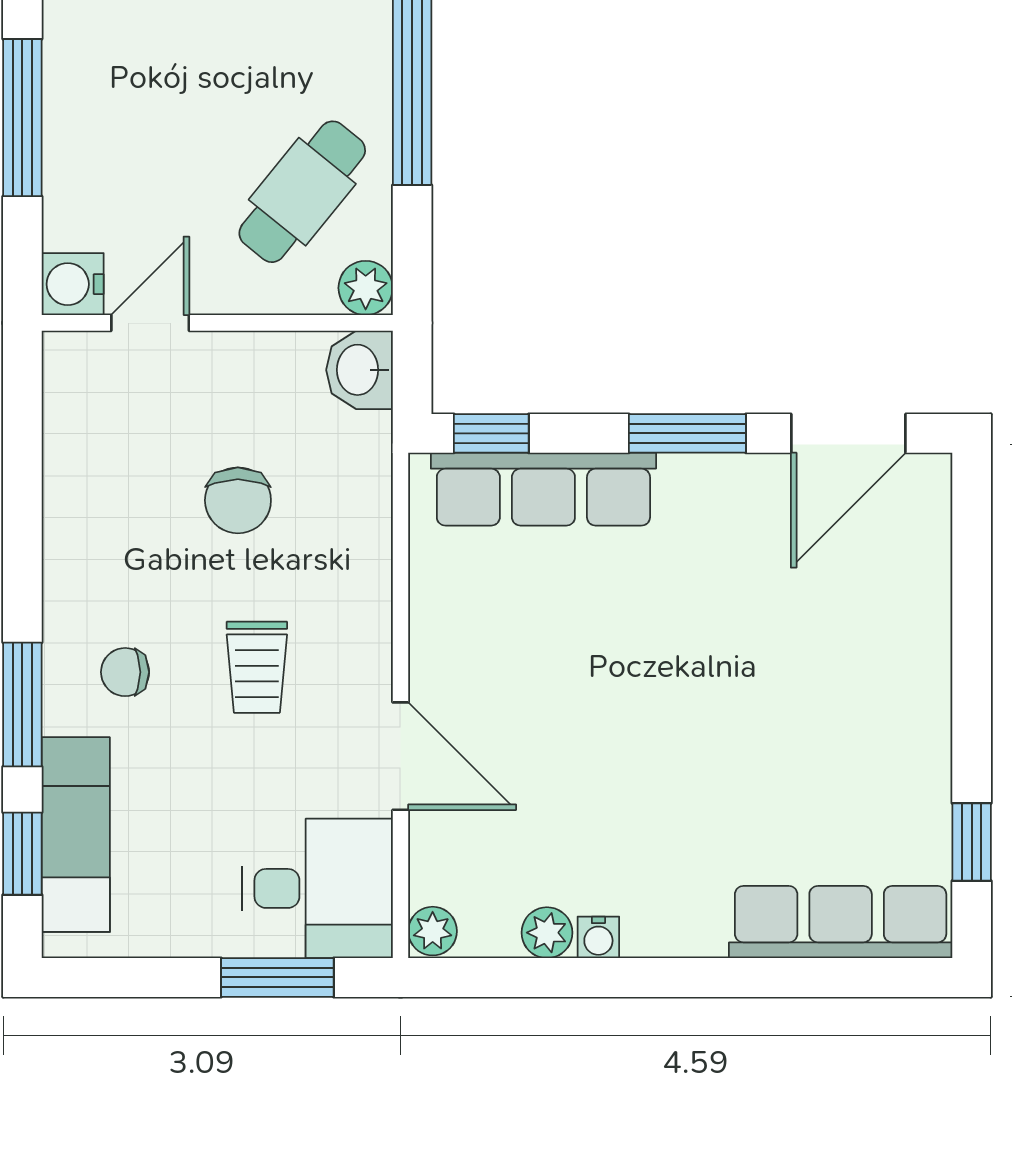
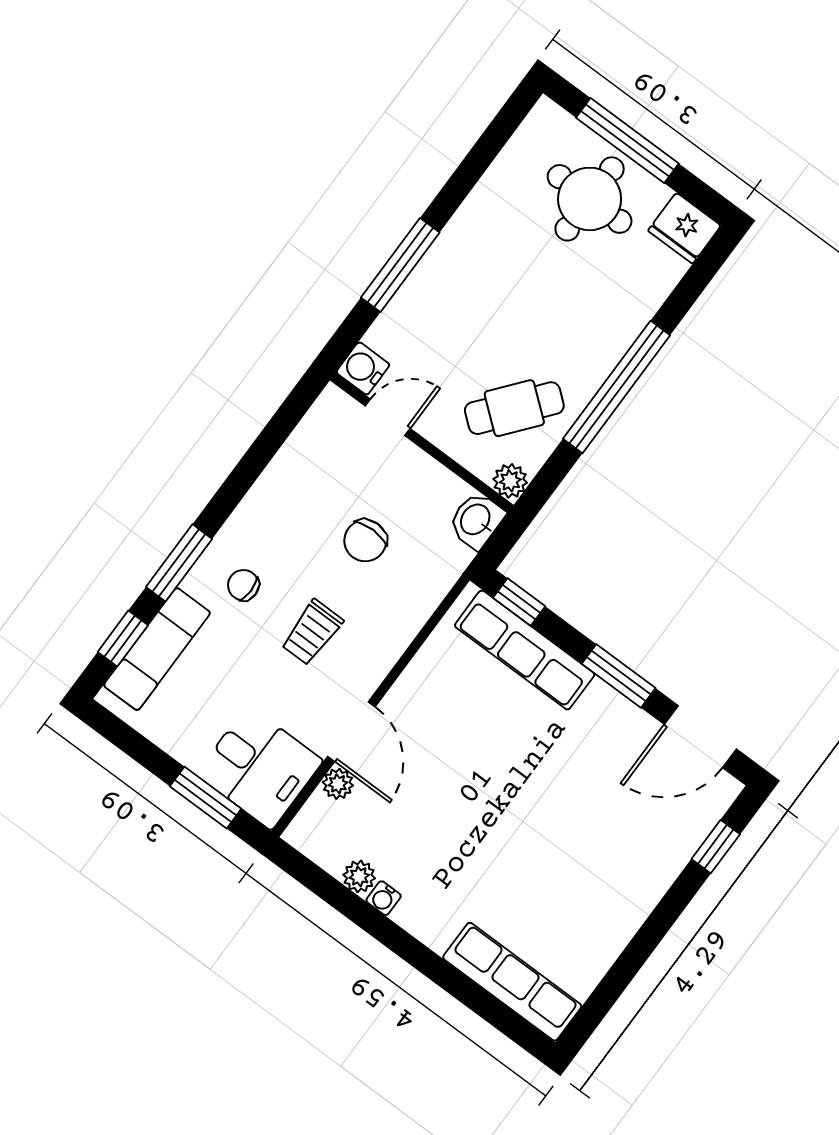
window: (972, 842) -> (716, 847), moved
plant: (433, 931) -> (338, 784), moved

